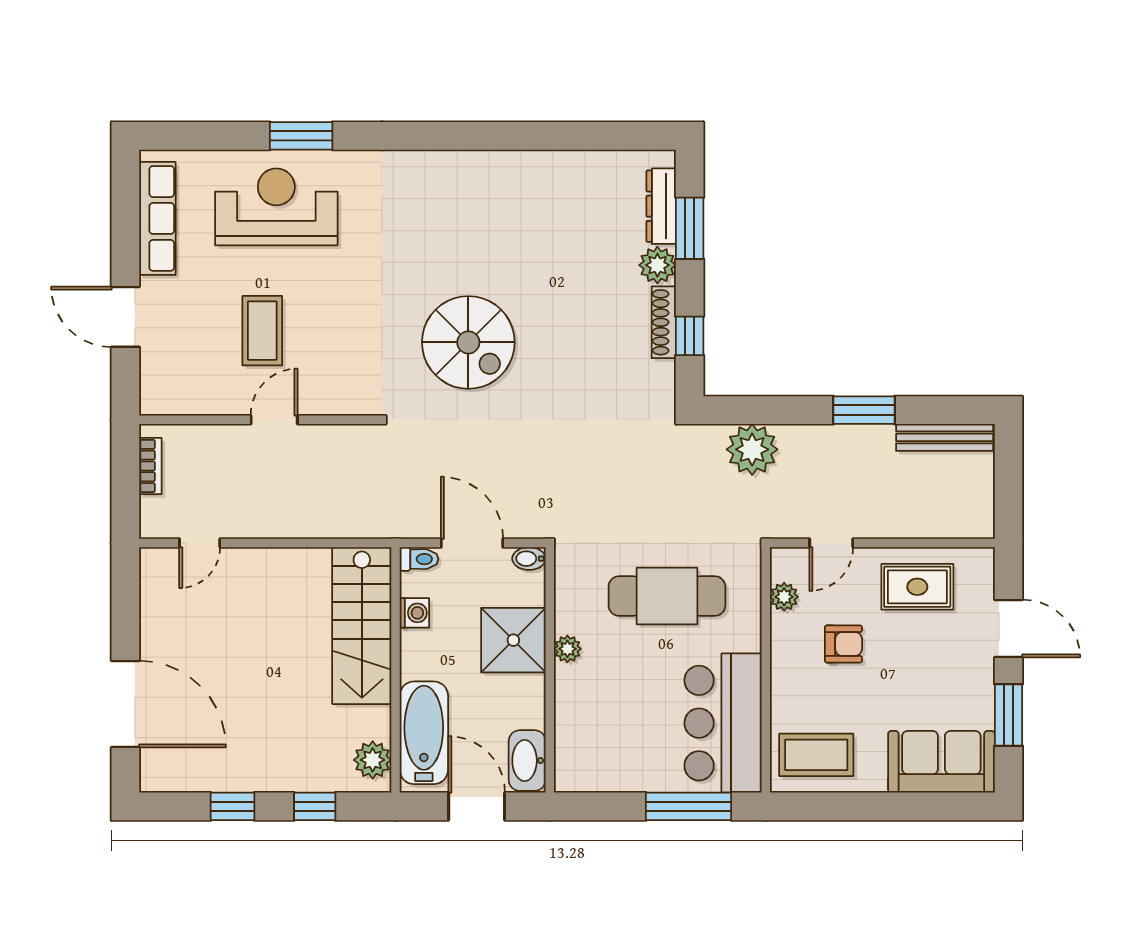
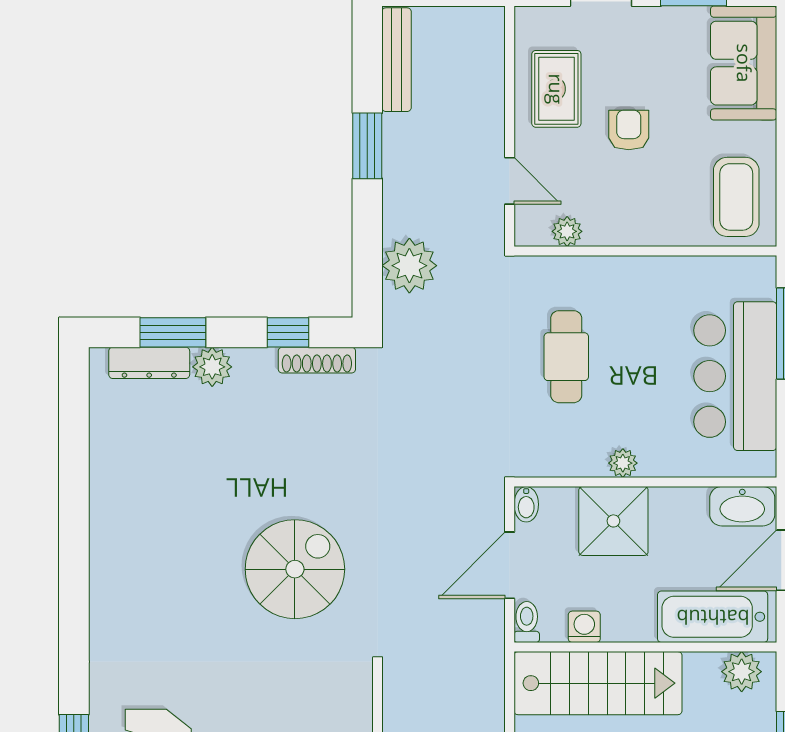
shoe rack: (664, 322) -> (317, 360), moved
cafe table: (667, 596) -> (566, 357), width x0.73, depth x0.74
armchair: (843, 644) -> (629, 130), moved
bar counter: (723, 723) -> (735, 376), moved, turned 90

